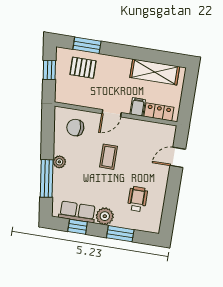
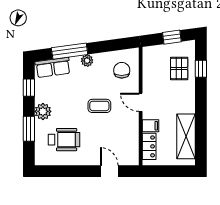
window: (87, 45) -> (201, 69), width x0.67
wheelchair: (137, 199) -> (64, 140), width x1.36, depth x1.37
row of seats: (77, 212) -> (53, 67), moved, turned 82

